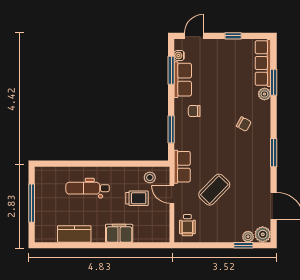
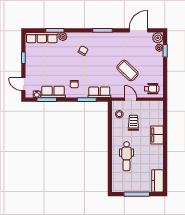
row of seats: (182, 167) -> (99, 92), moved
door: (172, 194) -> (131, 99), swing flipped
kitchen counter: (74, 234) -> (157, 181), moved

